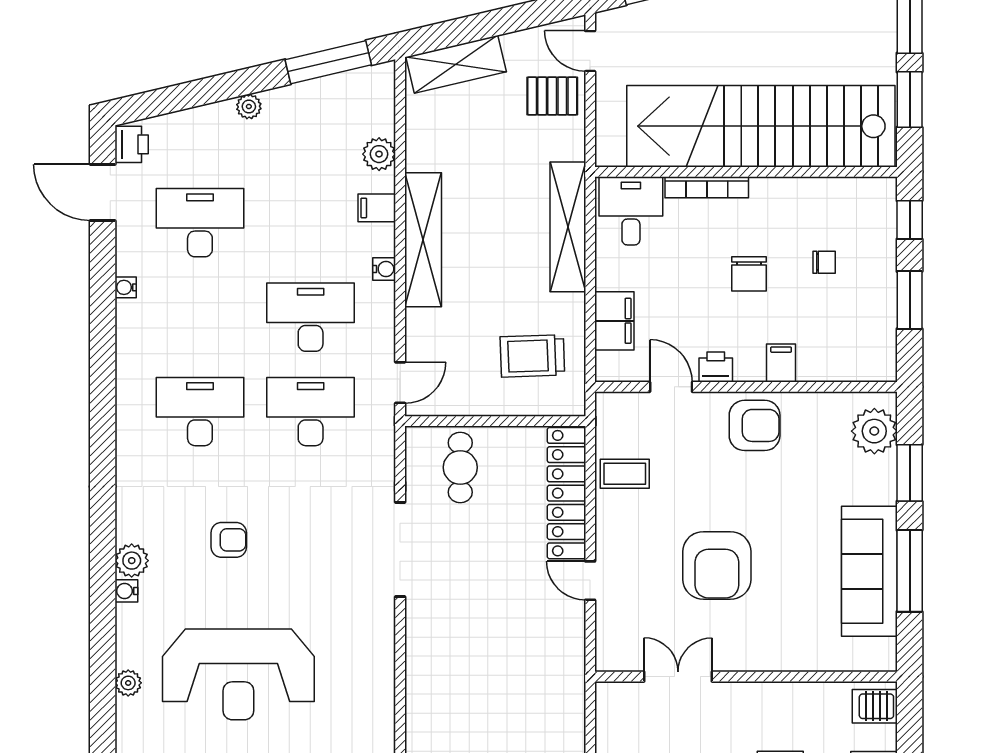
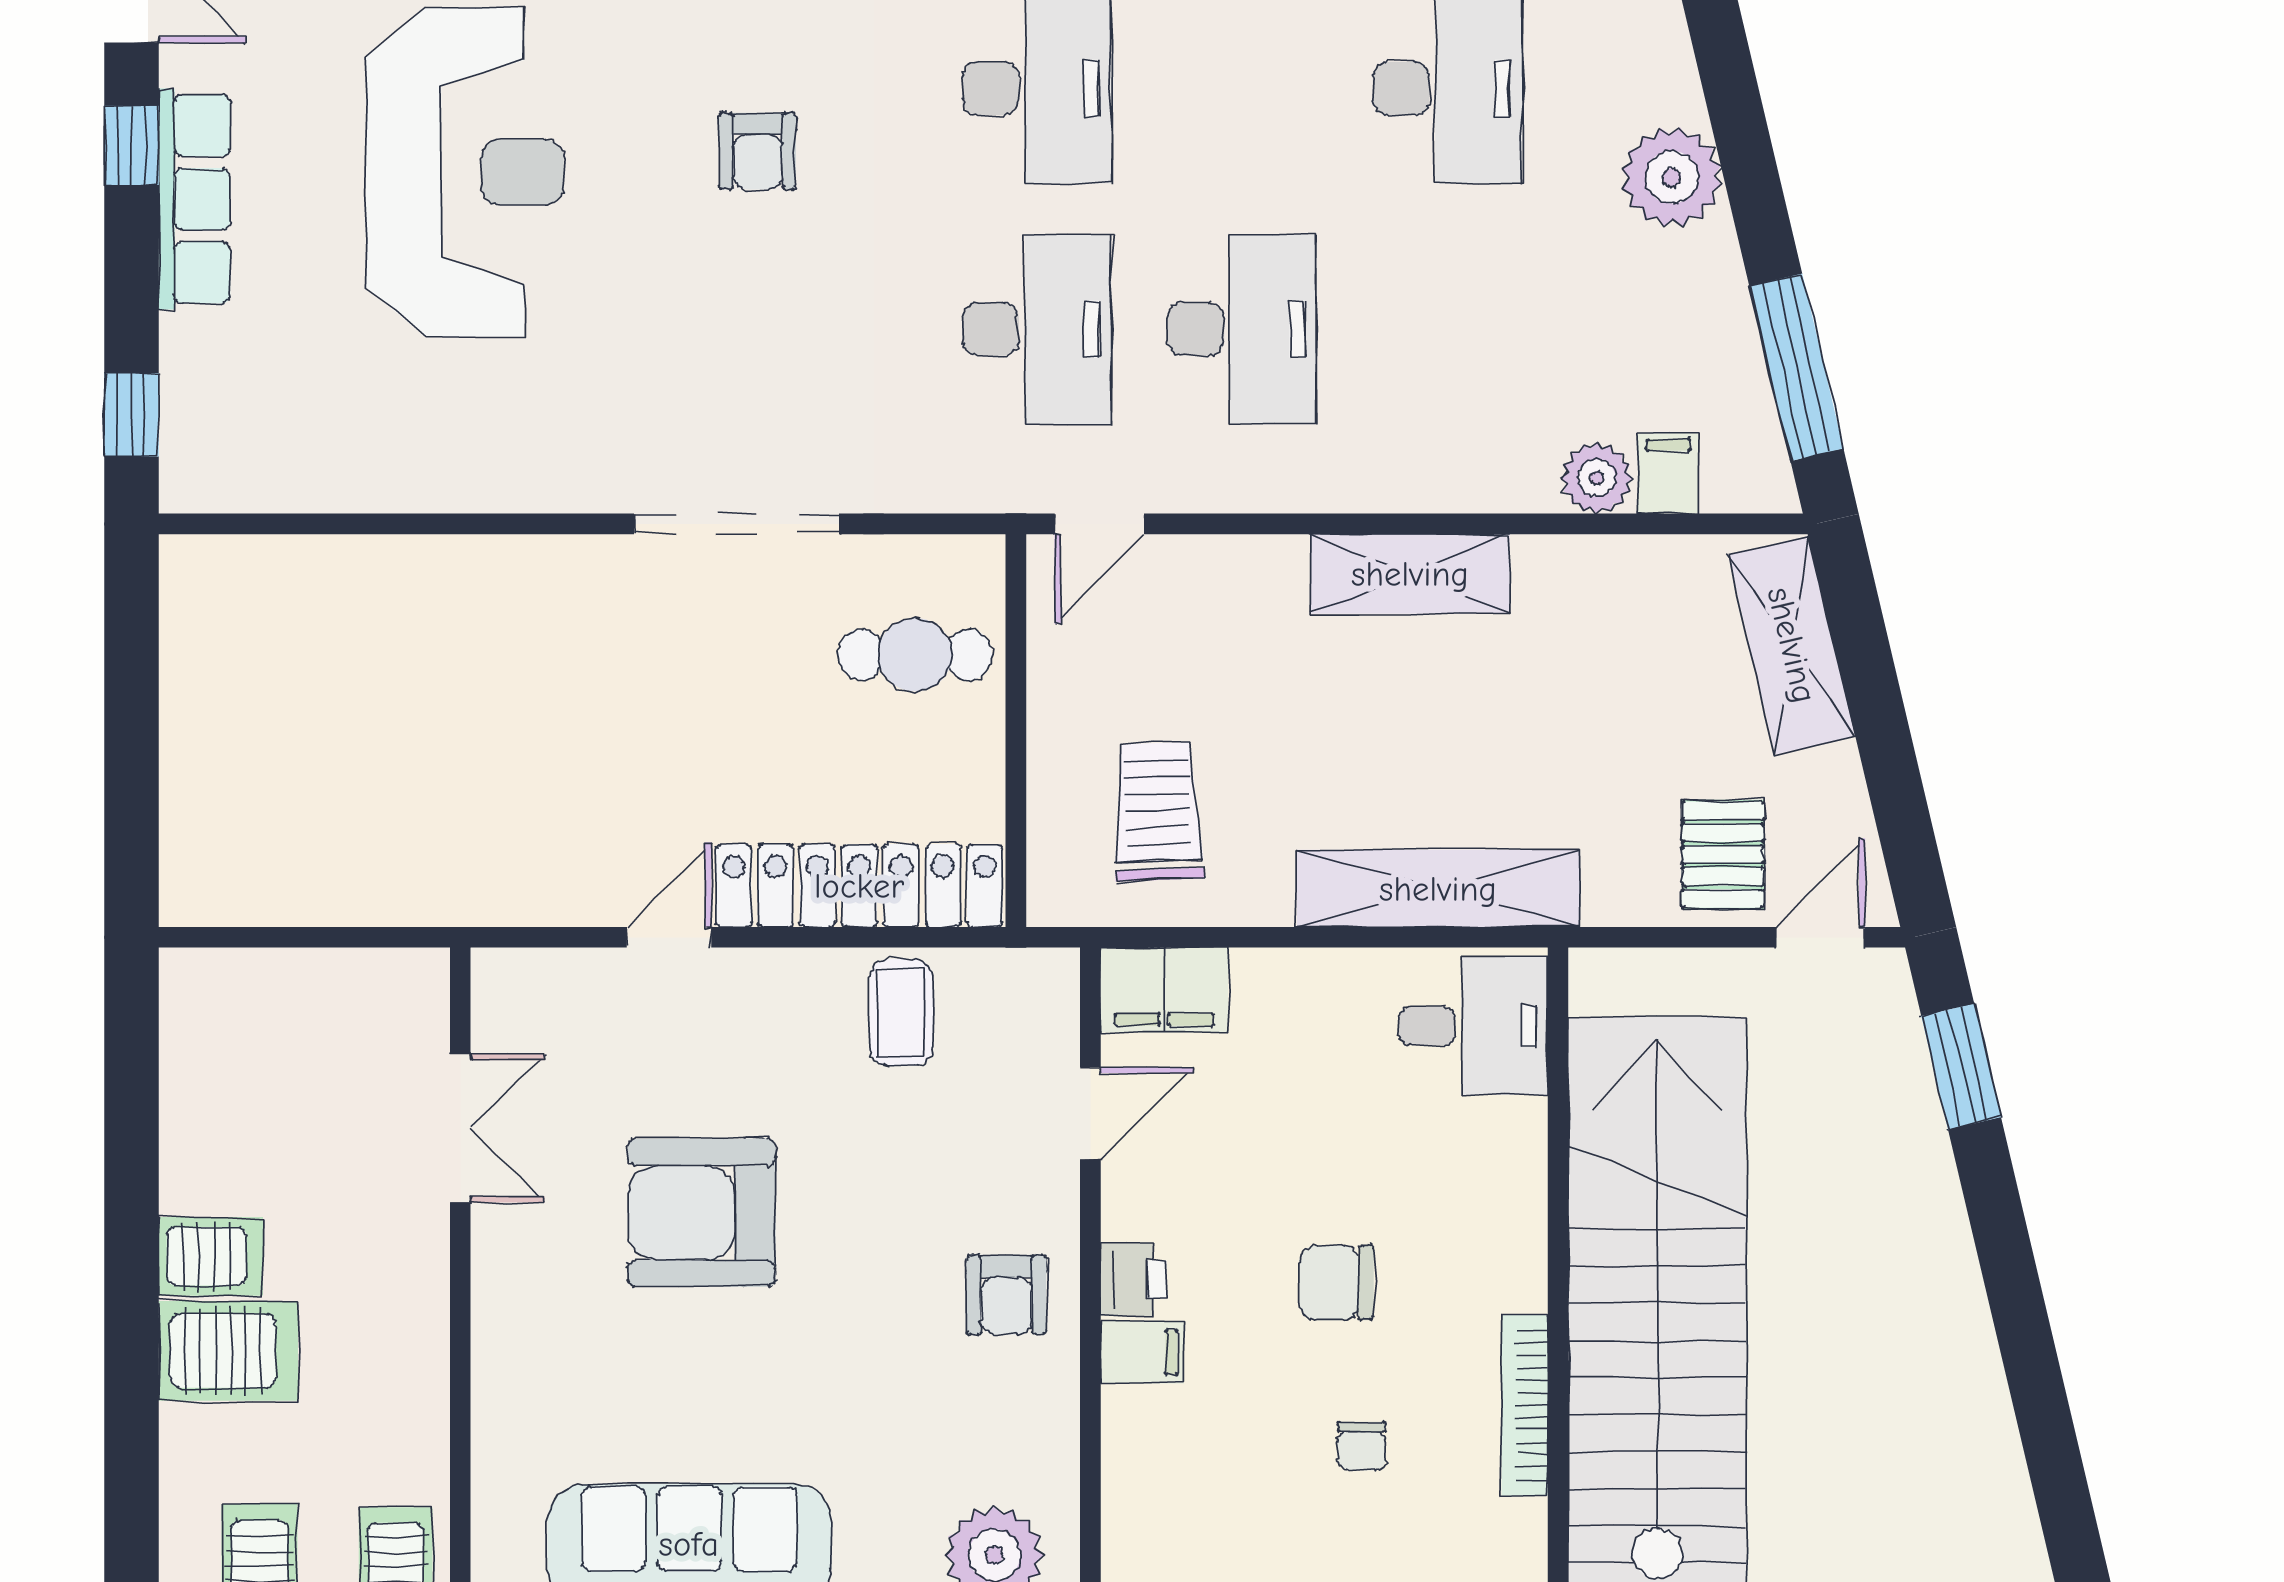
plant: (249, 107) -> (1672, 177), width x1.88, depth x1.88
bookcase: (707, 187) -> (1525, 1405), moved
filing cabinet: (377, 208) -> (1668, 473), moved
shelving: (423, 240) -> (1410, 574), width x0.68
water cooler: (384, 269) -> (1347, 489), removed
filing cabinet: (614, 321) -> (1164, 990), moved
printer: (716, 367) -> (1134, 1279), moved
door: (400, 383) -> (1099, 524), hinge flipped
armchair: (755, 425) -> (1006, 1295), width x0.72, depth x0.72
reception desk: (238, 674) -> (465, 172), turned 180

